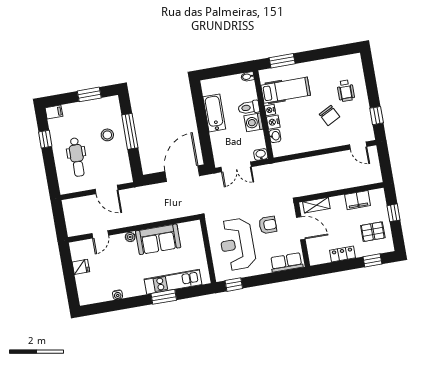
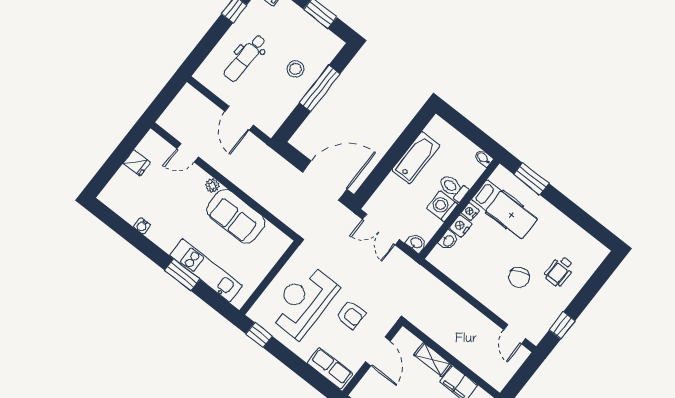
shelving: (316, 205) -> (432, 360), moved

